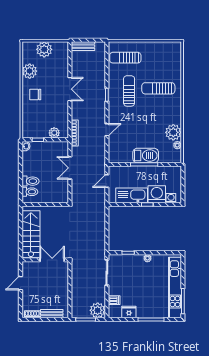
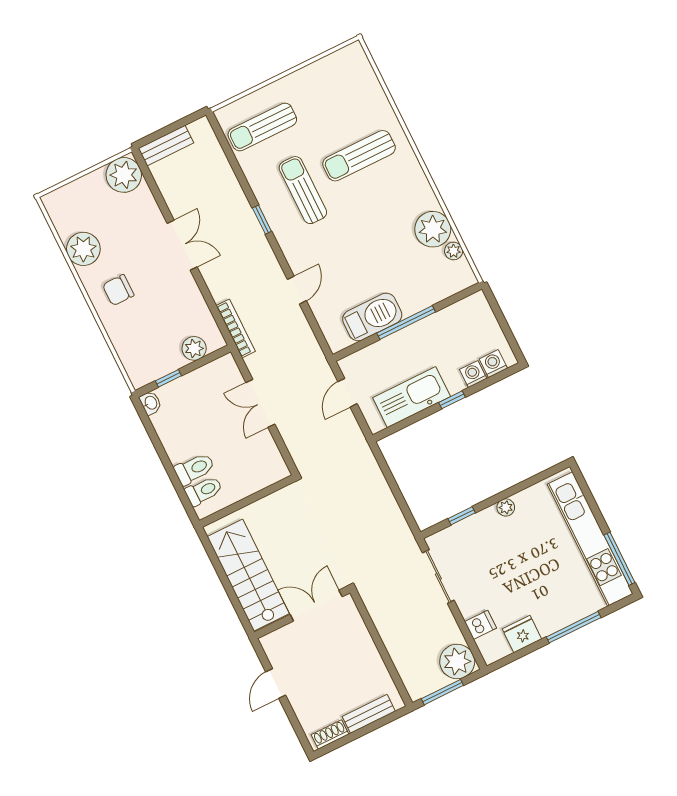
plant: (44, 49) -> (124, 175), moved
barbecue: (146, 156) -> (372, 317), moved
washing machine: (157, 194) -> (473, 374), width x0.53, depth x0.53

